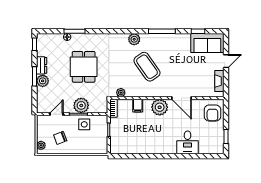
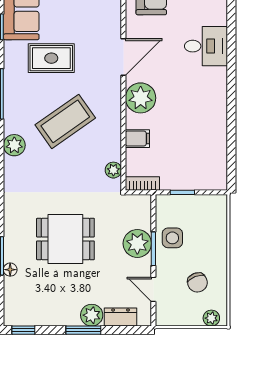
rug: (181, 59) -> (51, 58), added
dresser: (42, 65) -> (121, 317), moved

